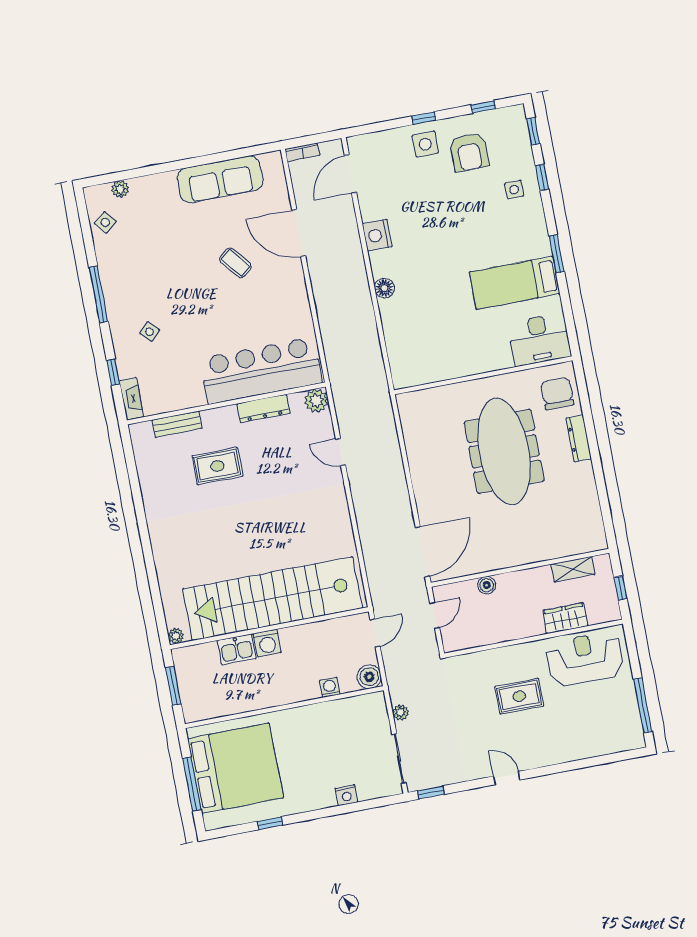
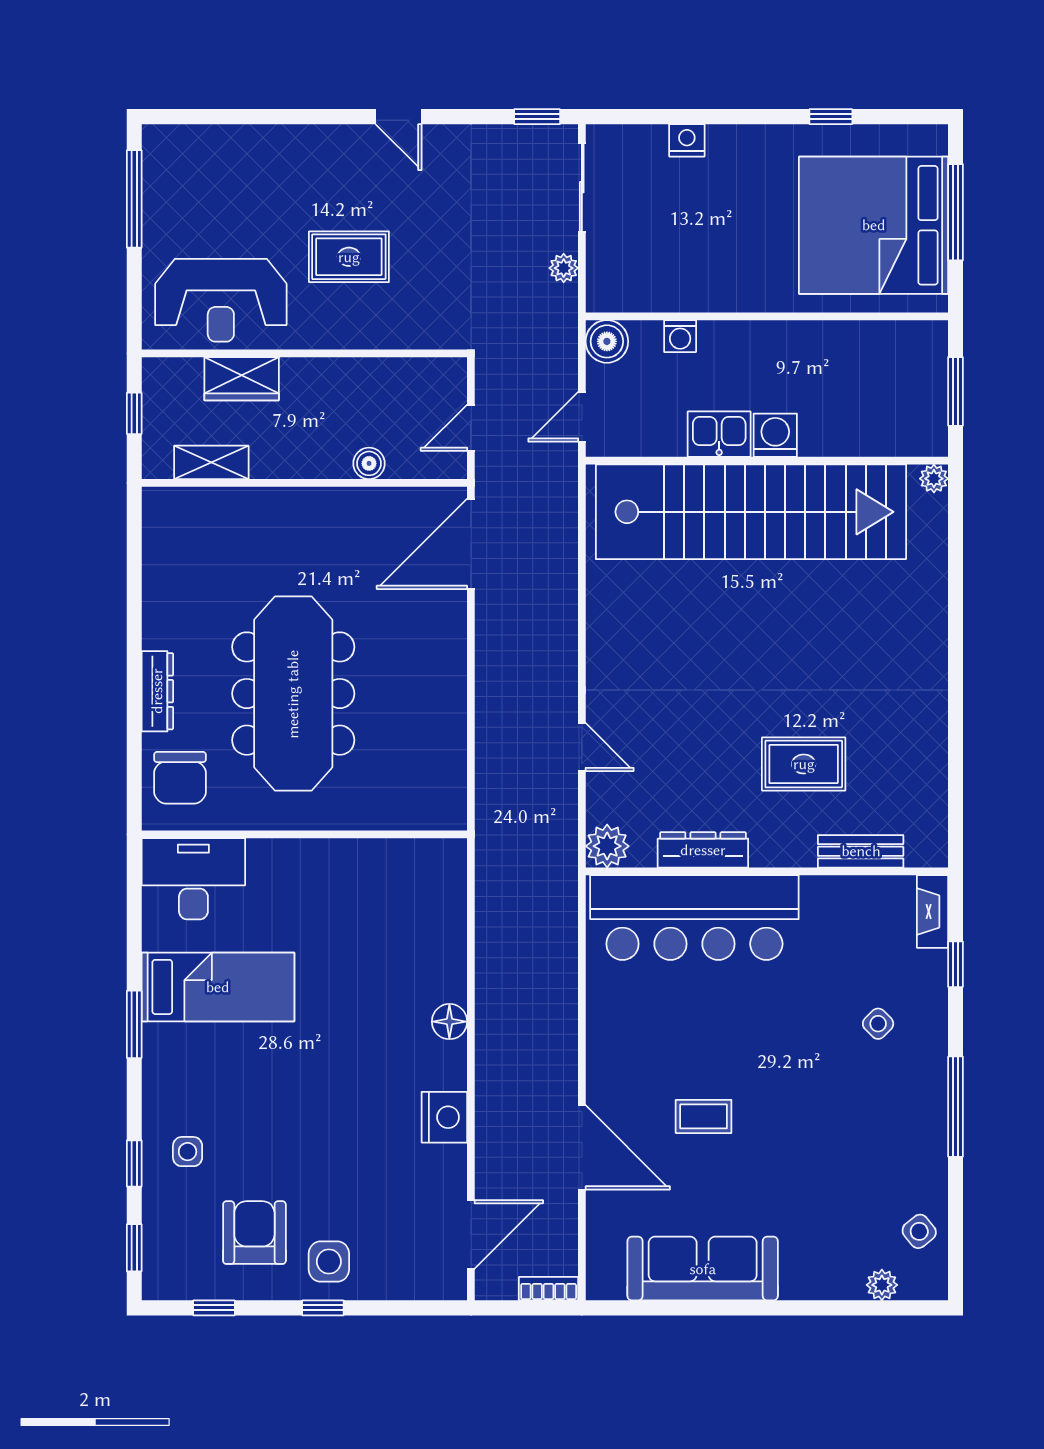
coffee table: (235, 263) -> (704, 1116), turned -51
kitchen sink: (237, 649) -> (719, 434), moved

